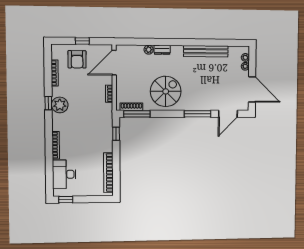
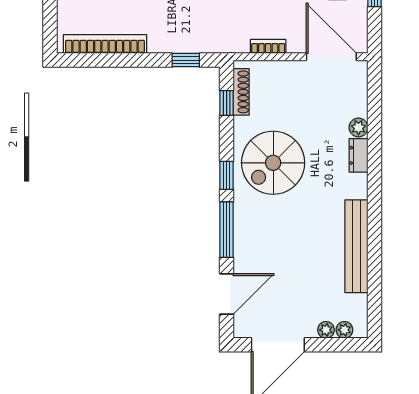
spiral stairs: (166, 91) -> (273, 163), turned 90
window: (137, 114) -> (227, 103), width x0.46
window: (172, 114) -> (227, 175), added
door: (228, 114) -> (227, 294), swing flipped

